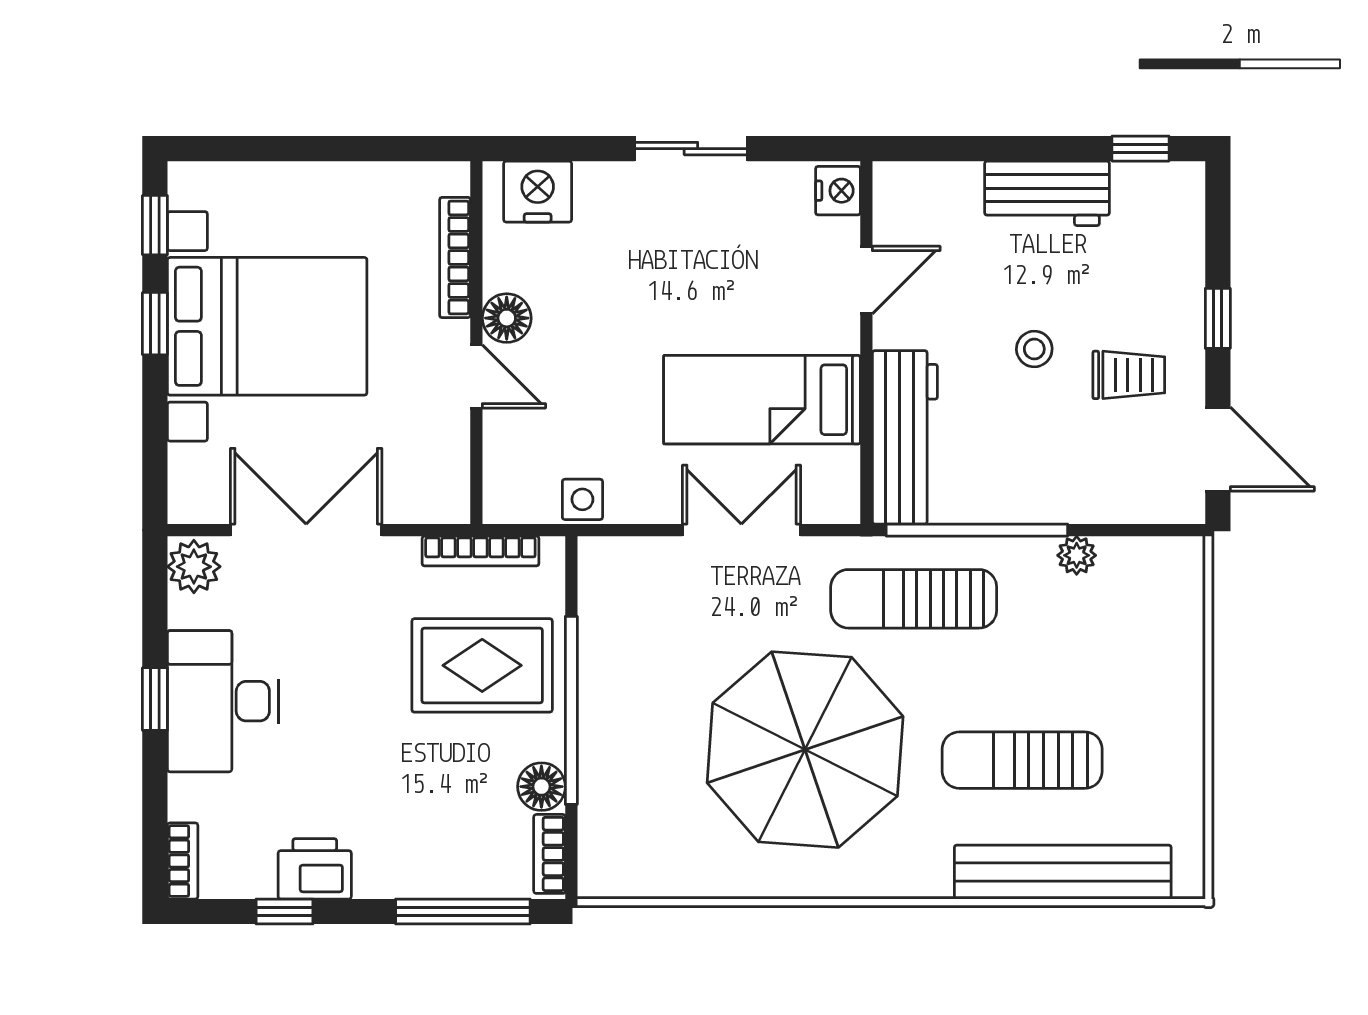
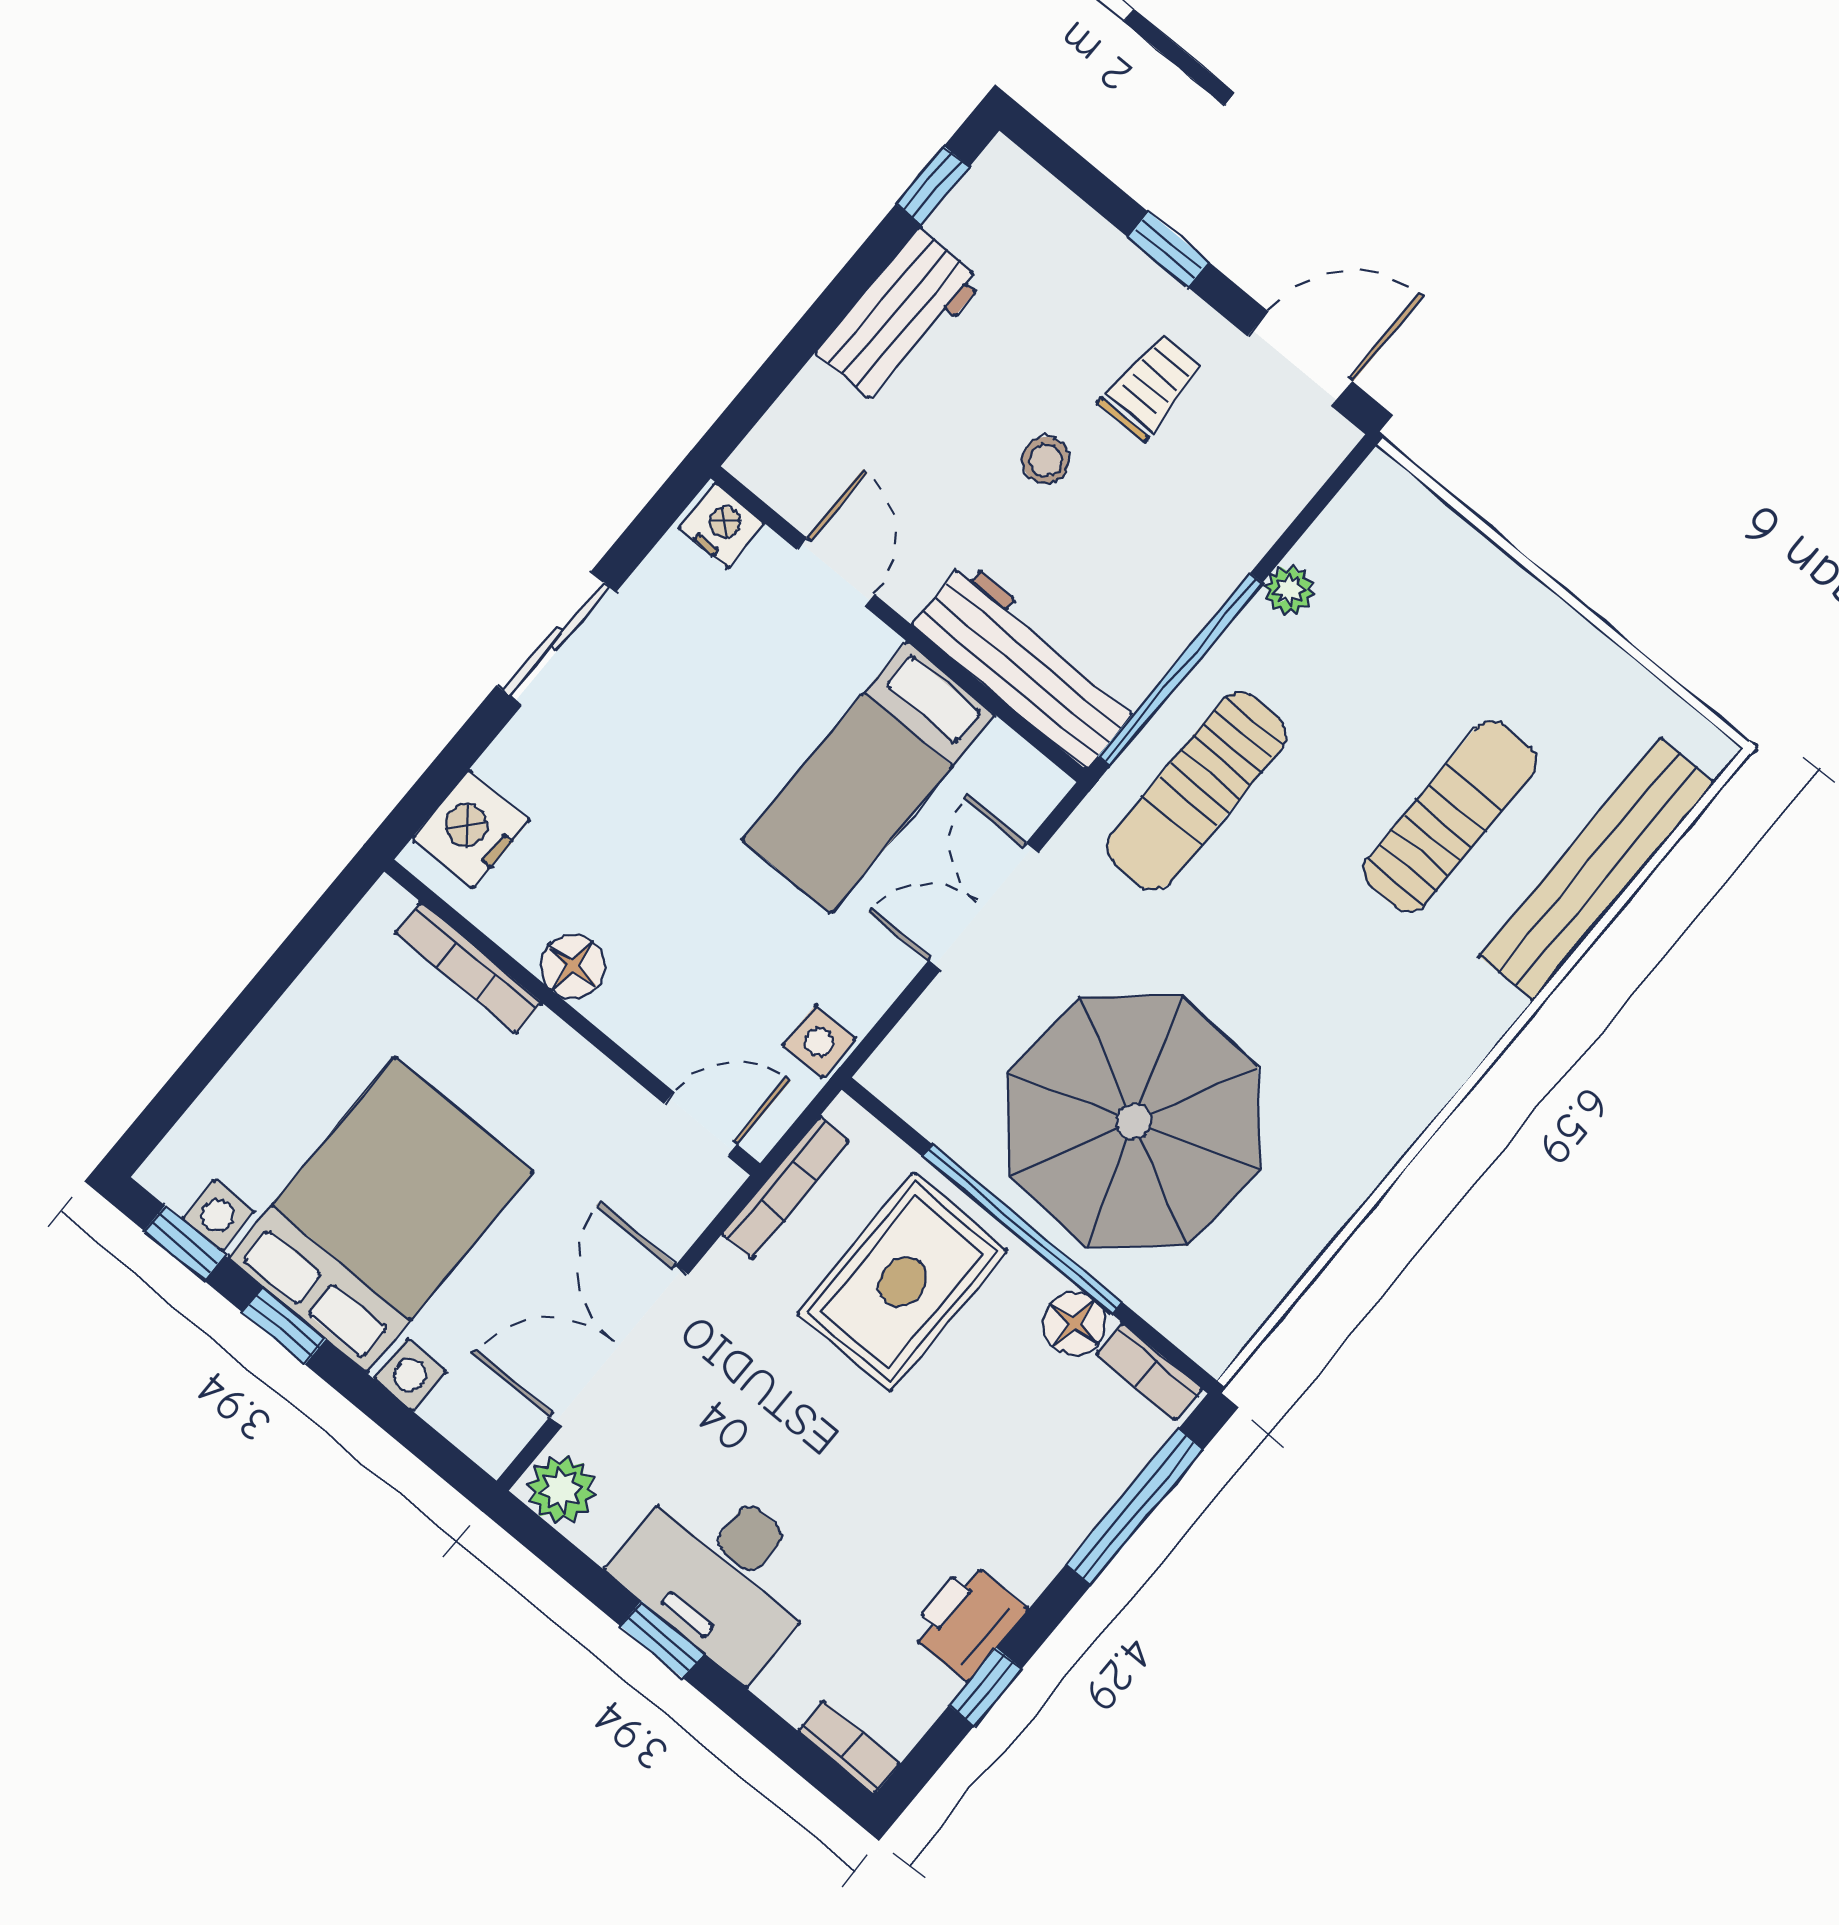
door: (476, 376) -> (701, 1124), moved
parasol: (805, 750) -> (1134, 1121), moved
sun lounger: (1022, 760) -> (1450, 817), turned 180

